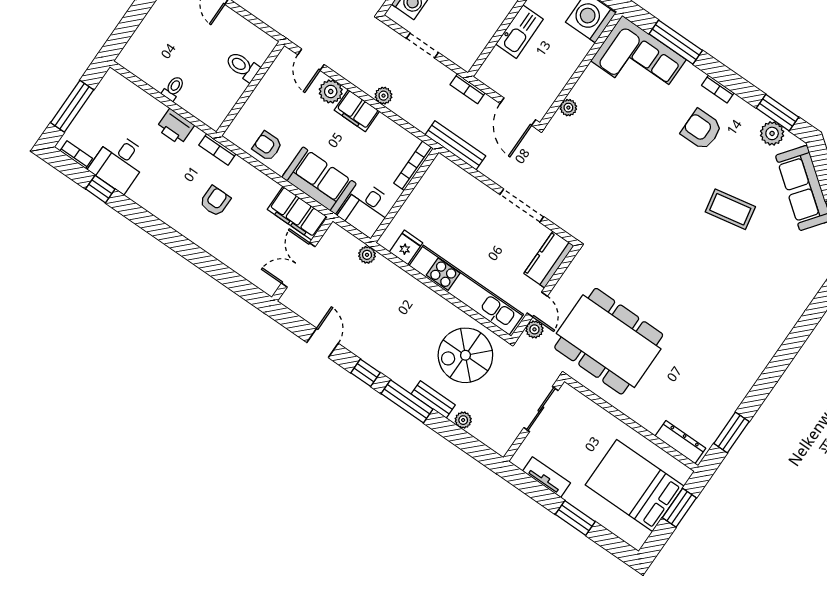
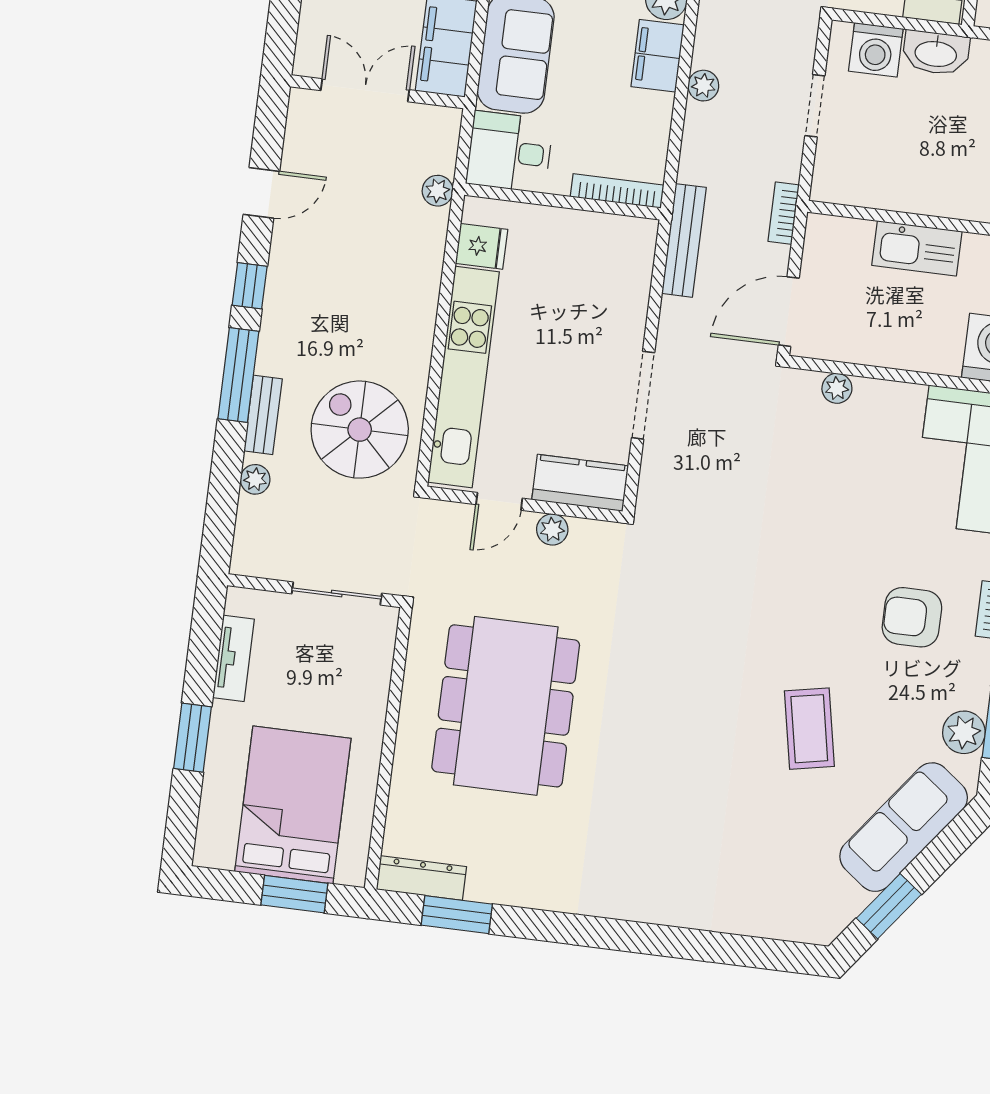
armchair: (702, 130) -> (912, 617), turned -90
plant: (534, 329) -> (552, 529), moved
dining table: (609, 341) -> (506, 706), moved
dresser: (680, 442) -> (421, 878), moved, turned -90

